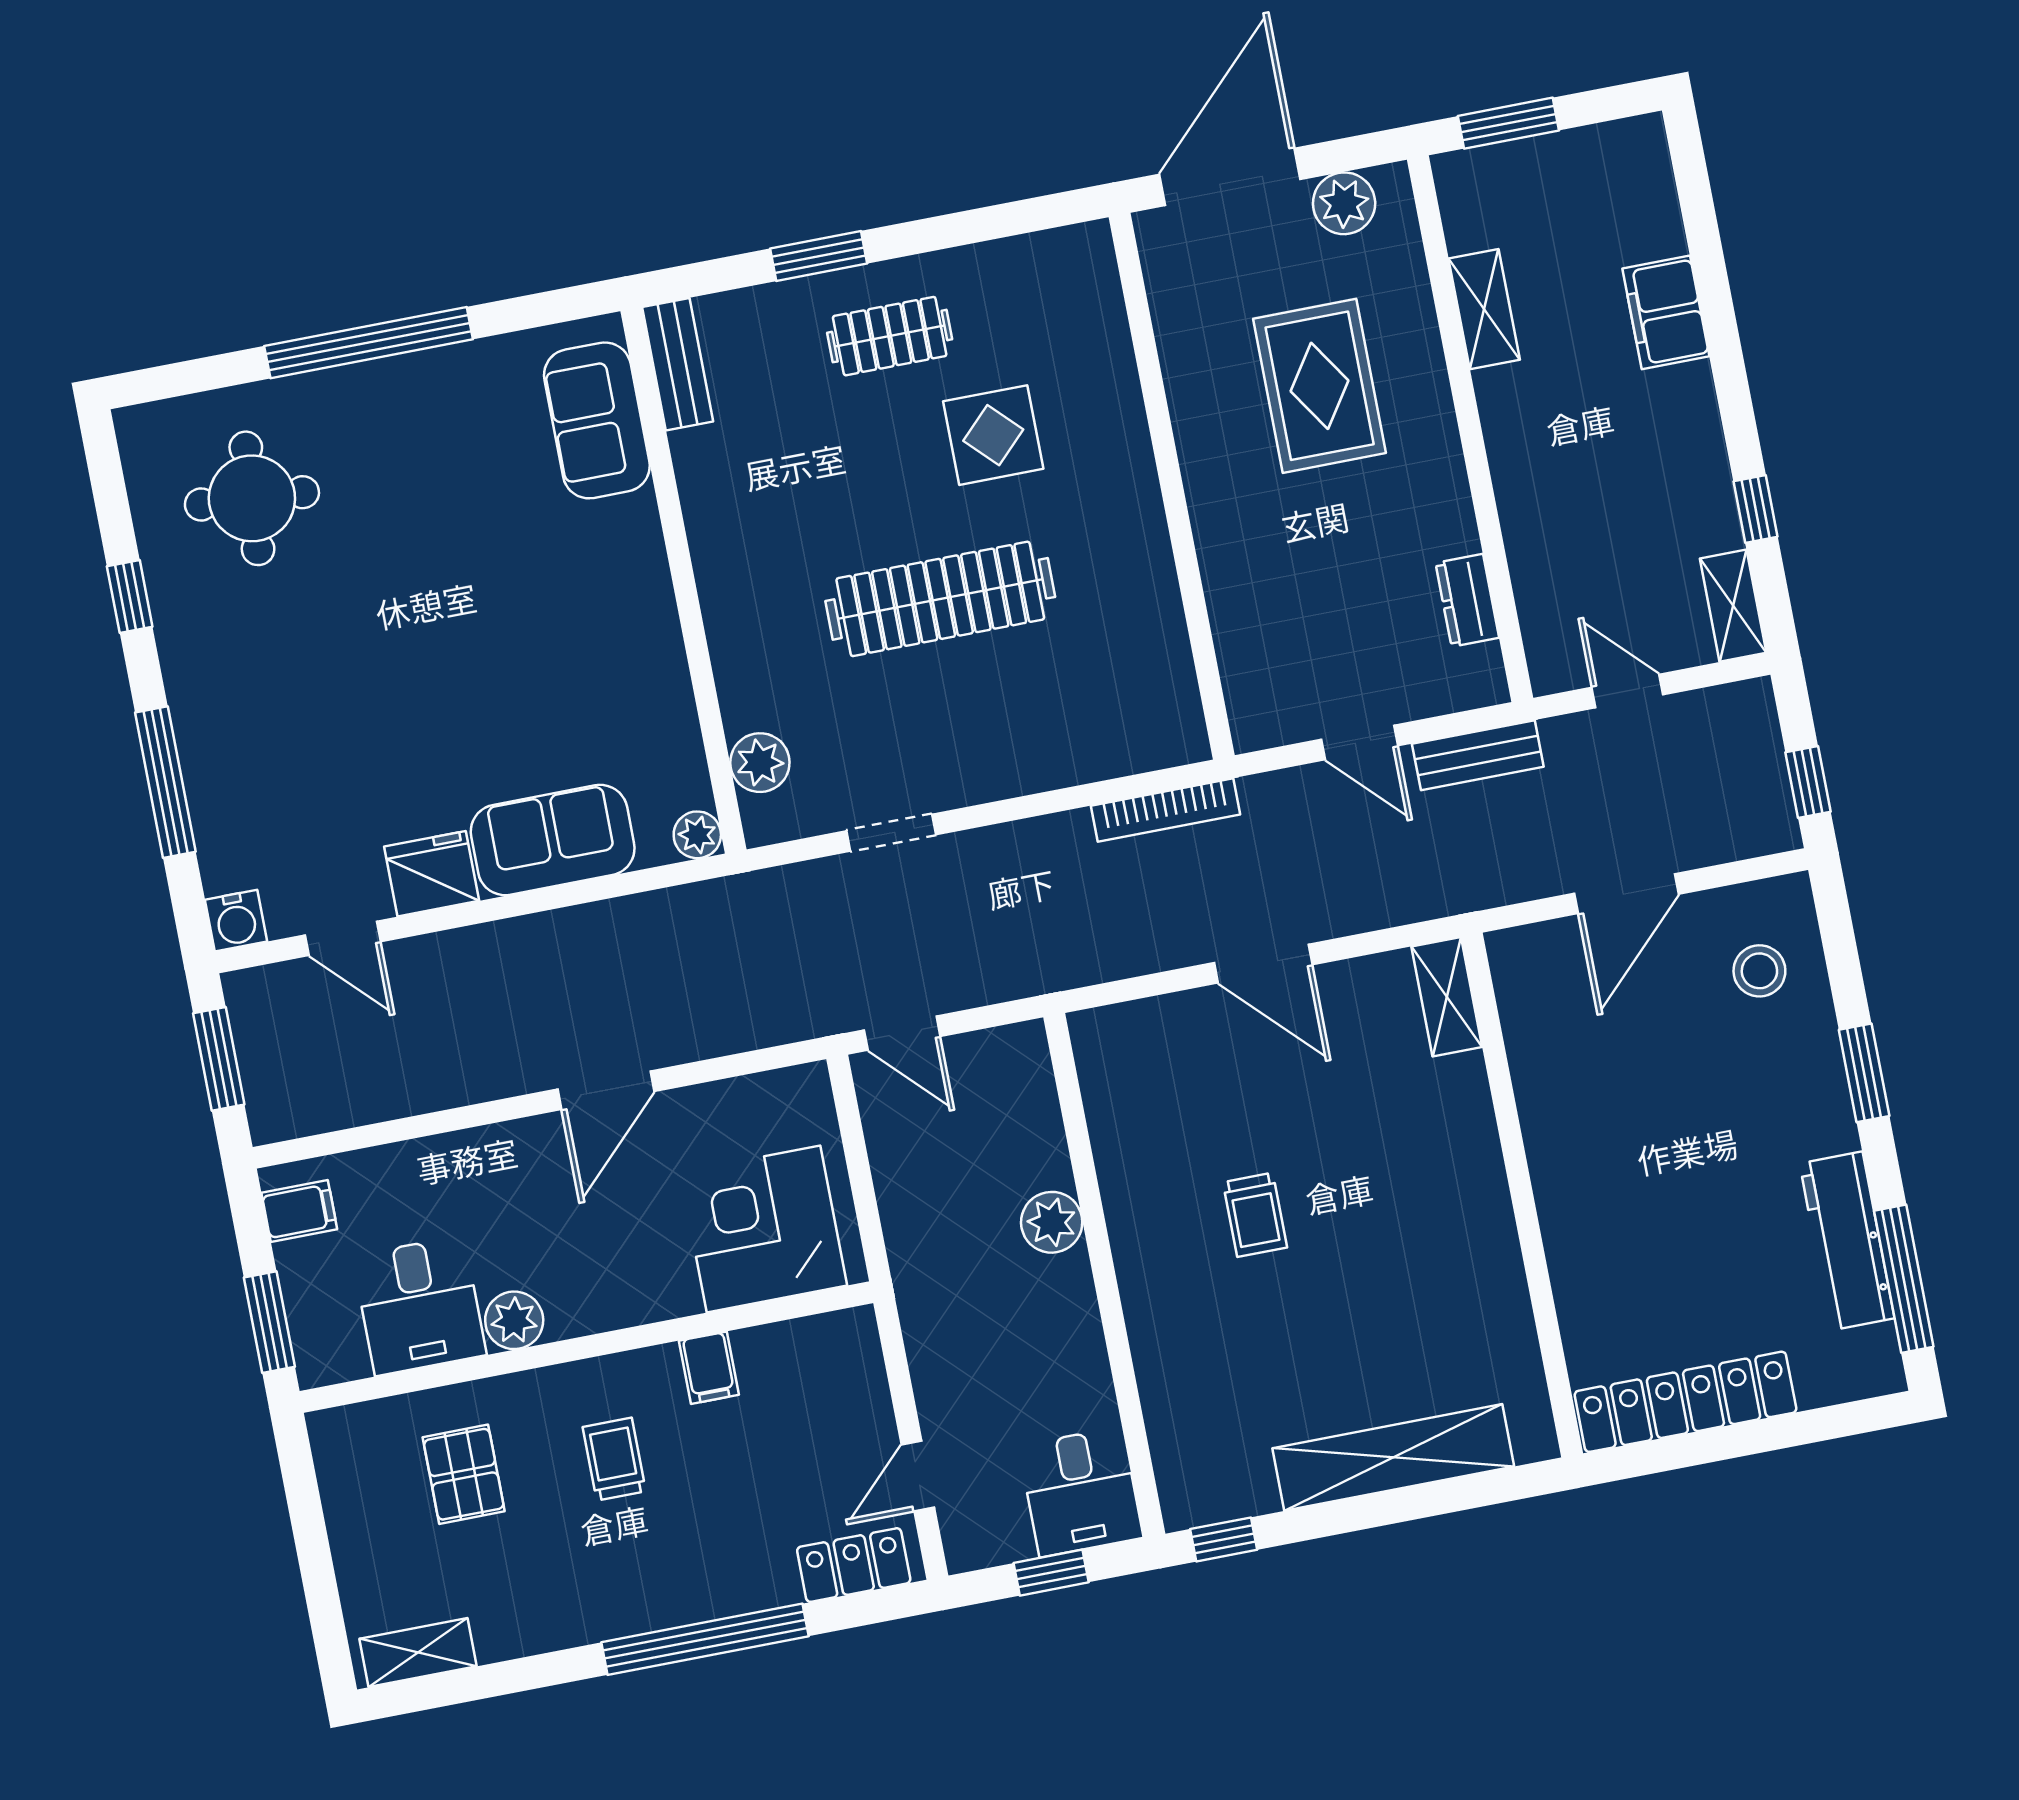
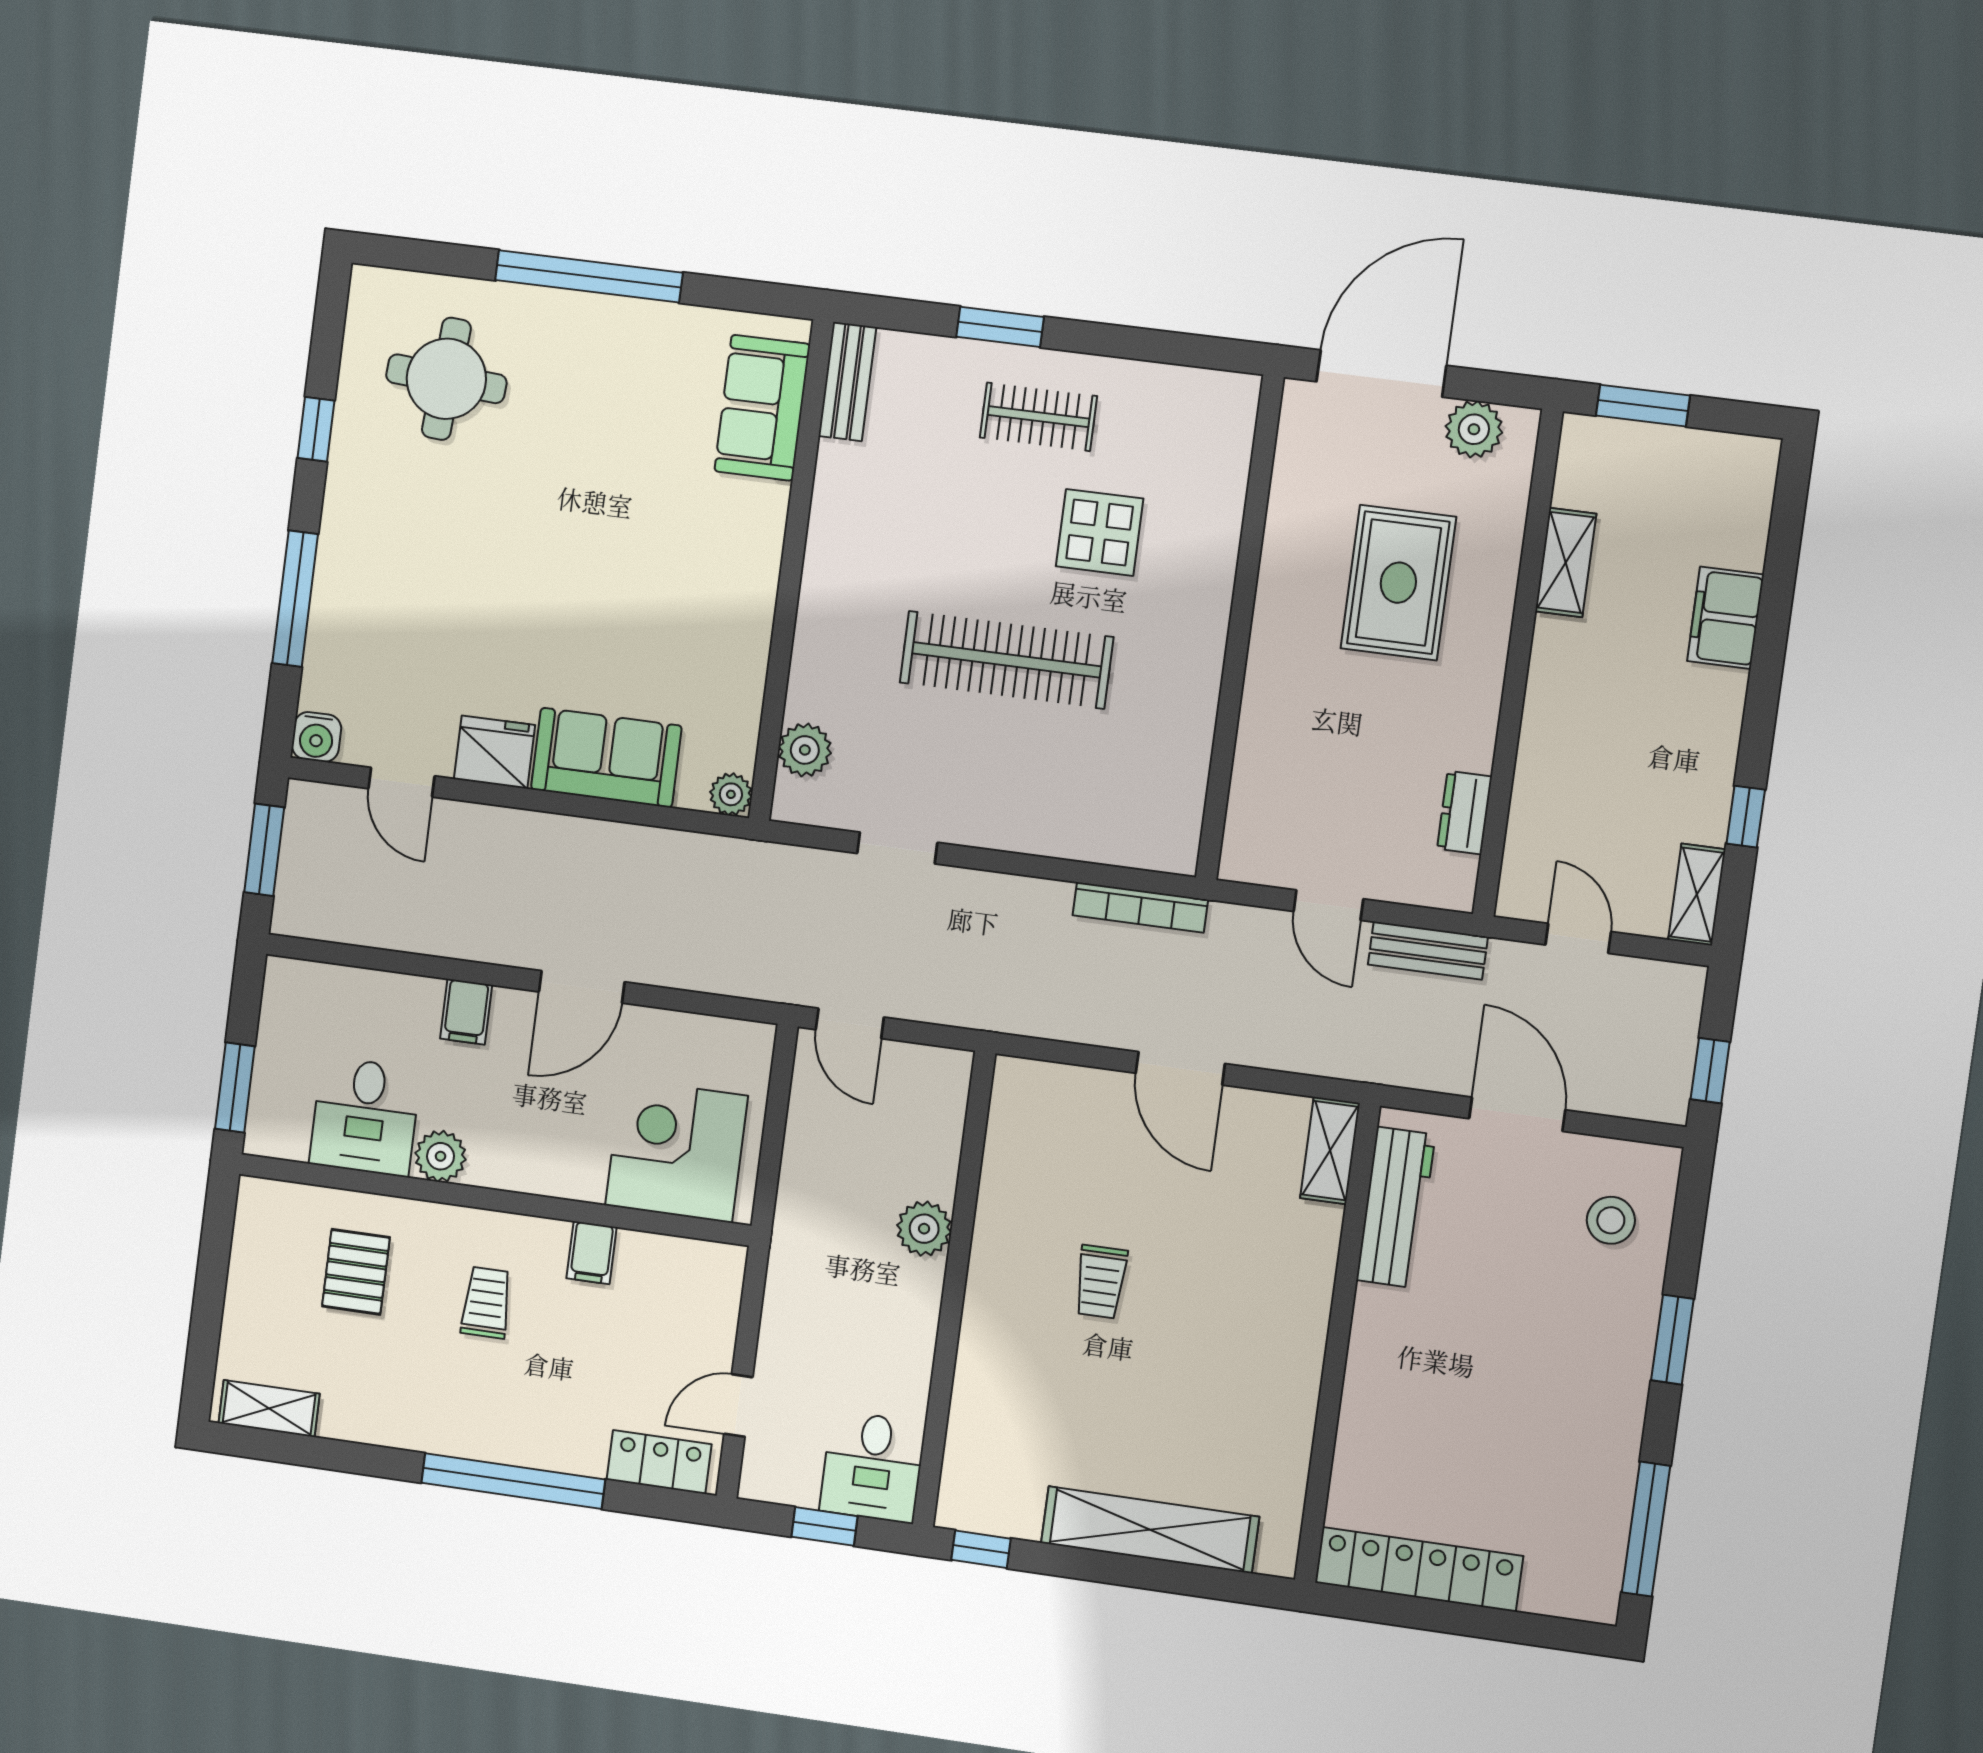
door: (1626, 894) -> (1517, 1114), swing flipped
filing cabinet: (299, 1211) -> (466, 1012), moved, turned 90
workbench: (1847, 1241) -> (1396, 1207), moved, turned 180

